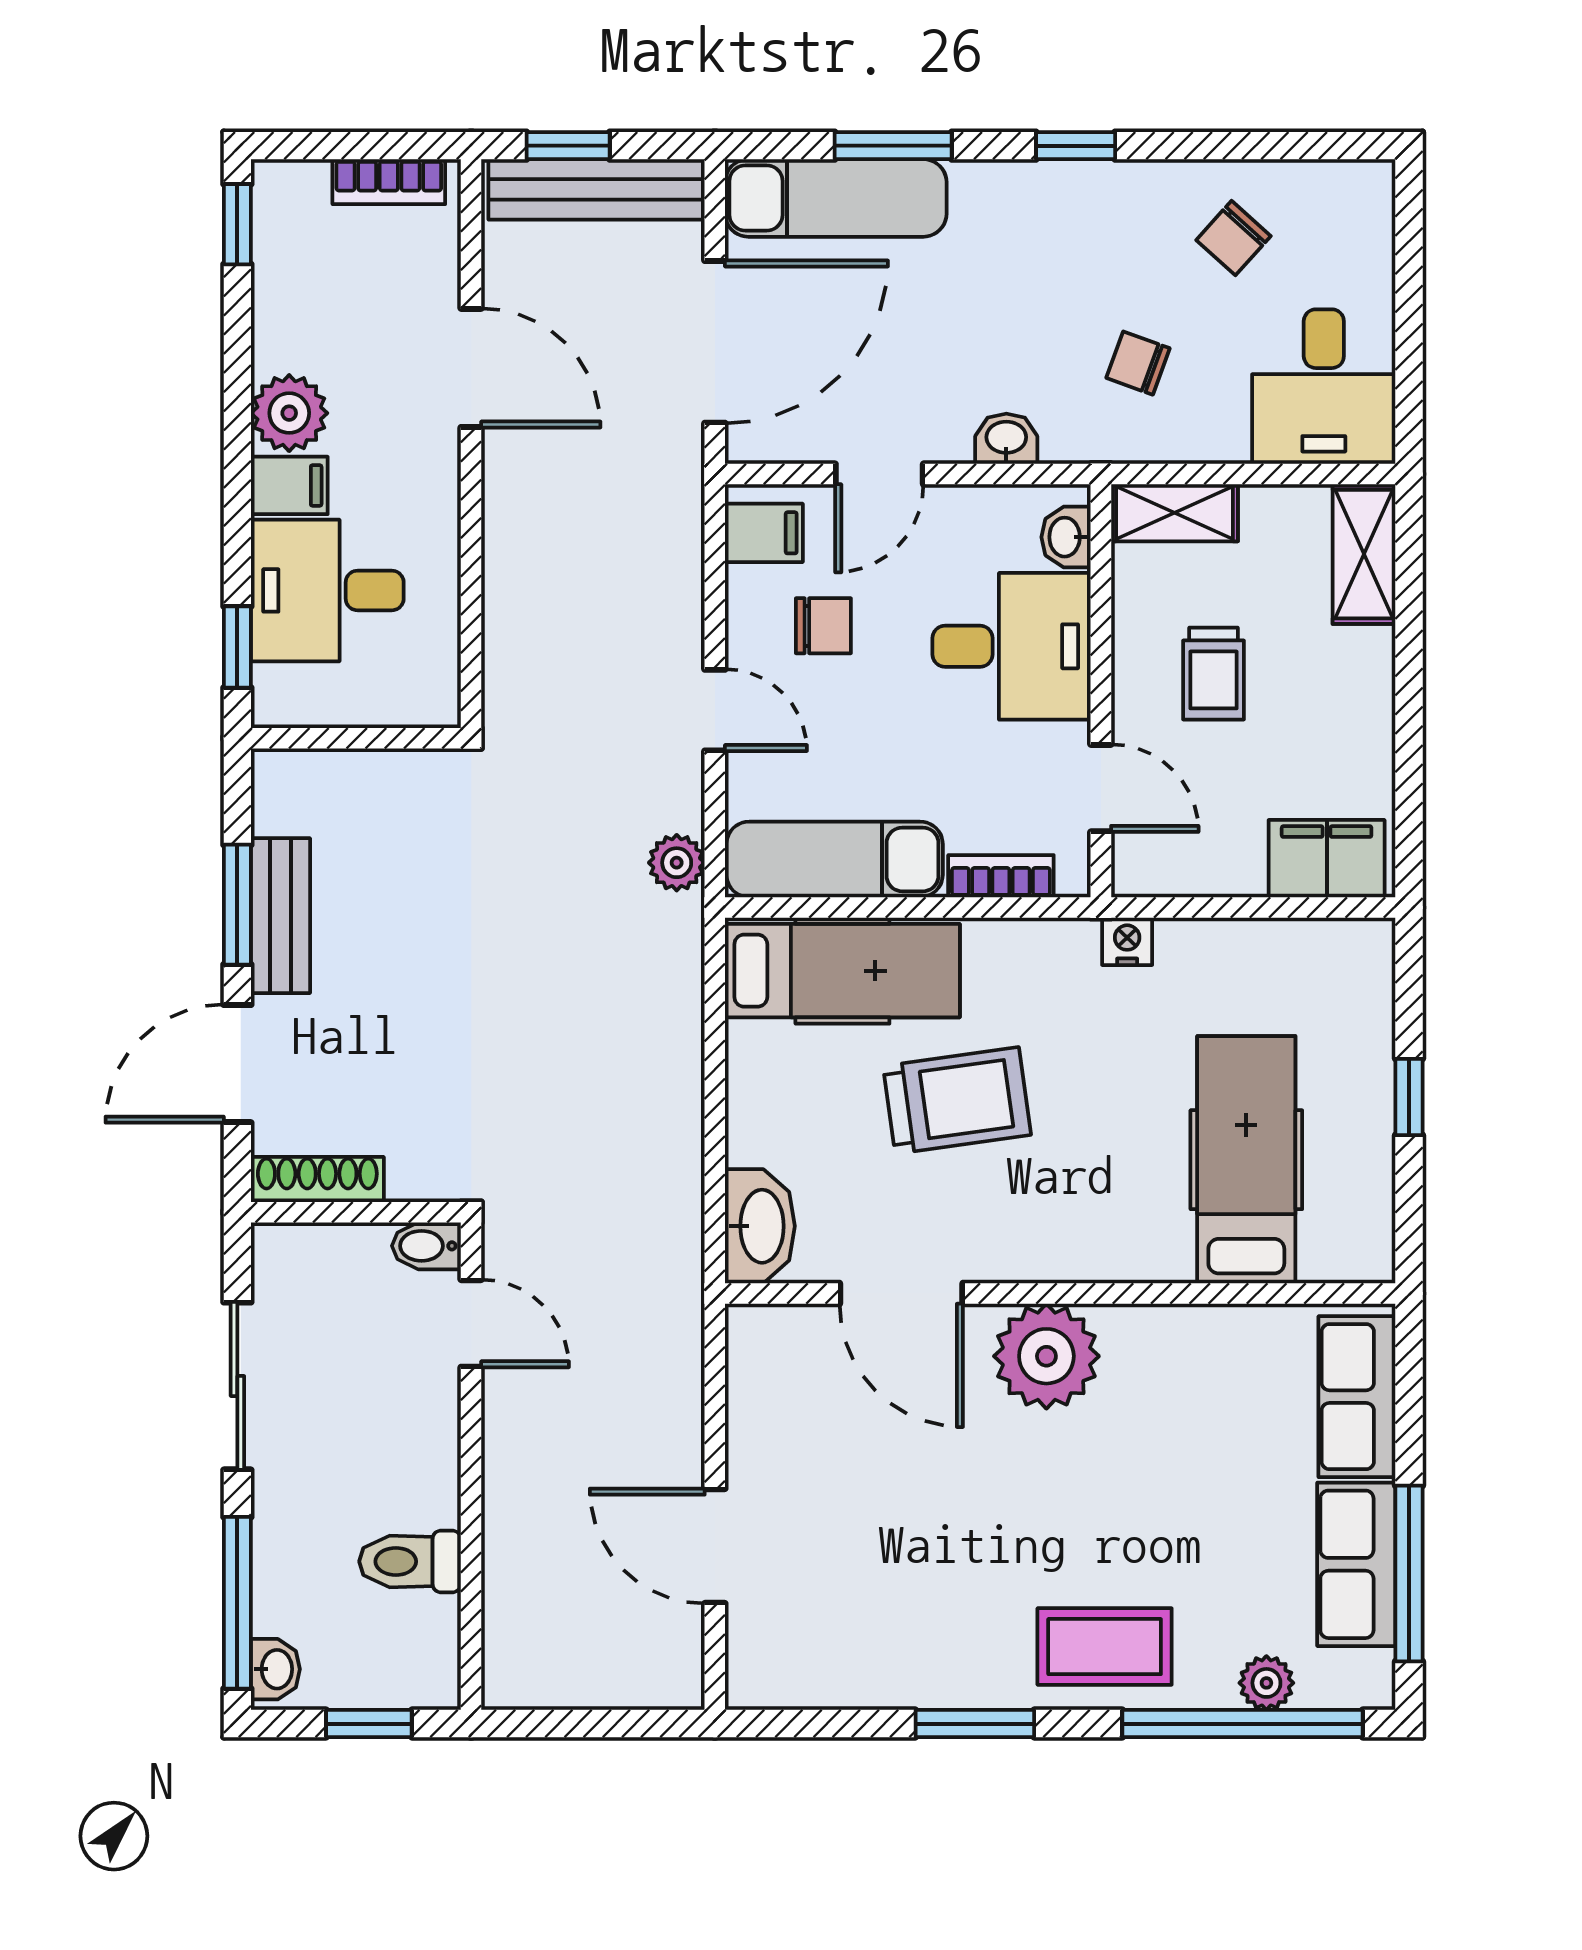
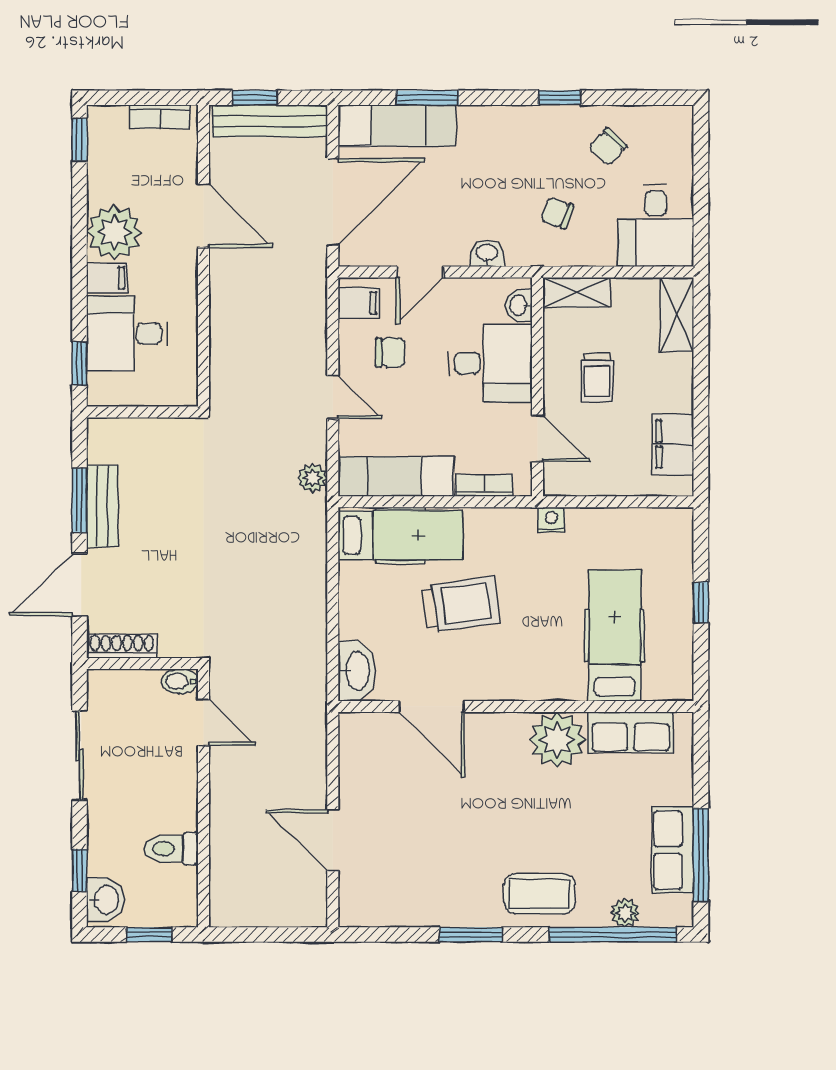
window: (1076, 146) -> (560, 98), moved
plant: (289, 413) -> (114, 232), width x1.36, depth x1.36
filing cabinet: (1327, 859) -> (673, 444), moved, turned -90
plant: (1046, 1356) -> (557, 740), moved
row of seats: (1357, 1397) -> (631, 732), moved, turned -90
window: (237, 1603) -> (80, 871), width x0.46
washbasin: (275, 1669) -> (105, 900), width x1.38, depth x1.45

